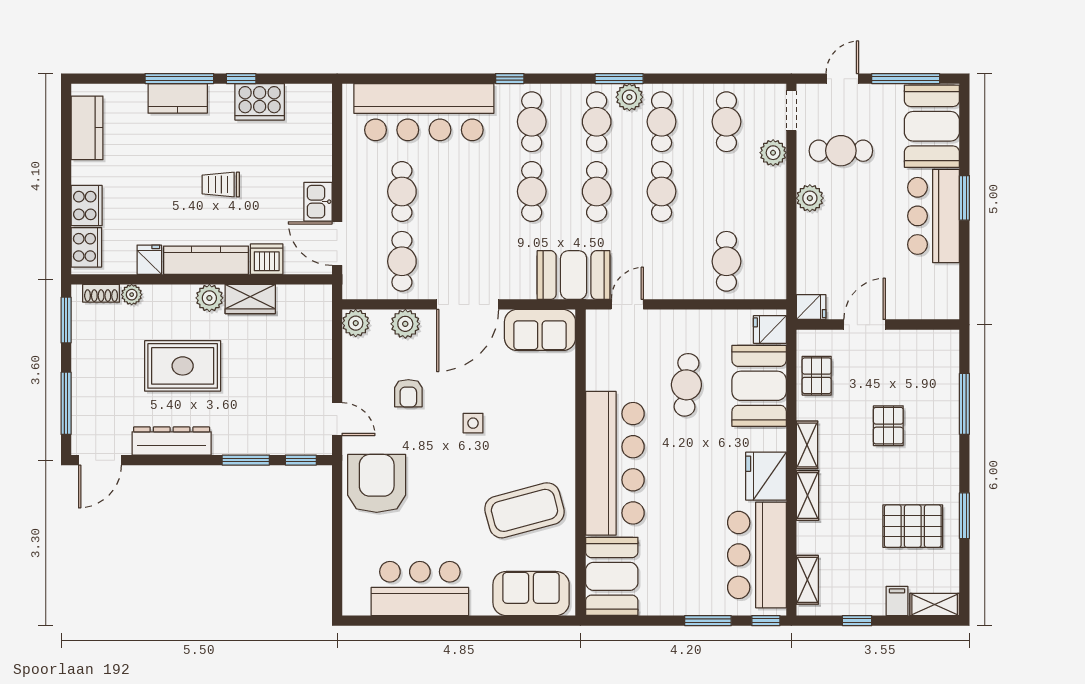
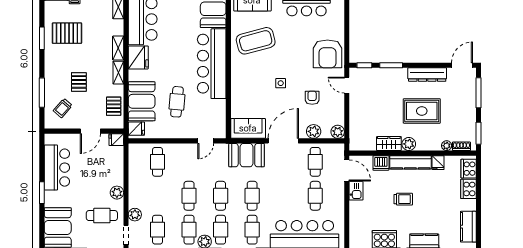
bar counter: (934, 216) -> (57, 168), moved
booth: (574, 275) -> (246, 155), moved
trolley: (921, 372) -> (63, 108), added

